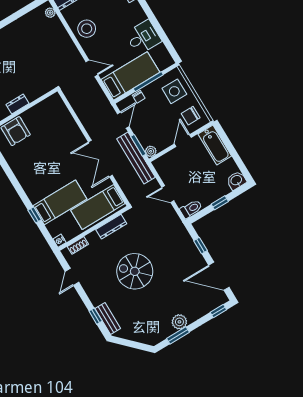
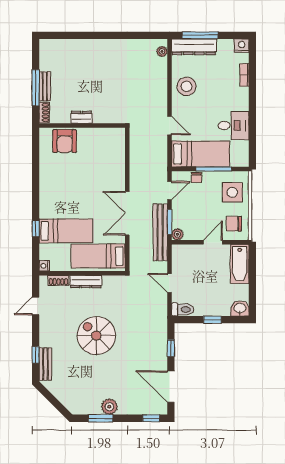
dresser: (111, 227) -> (86, 282), moved

